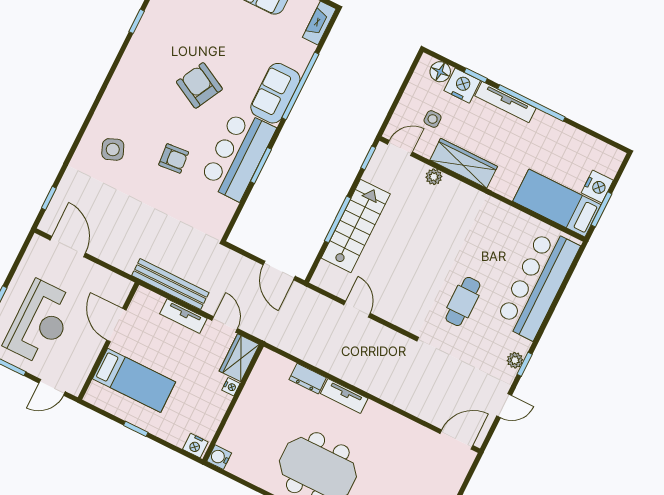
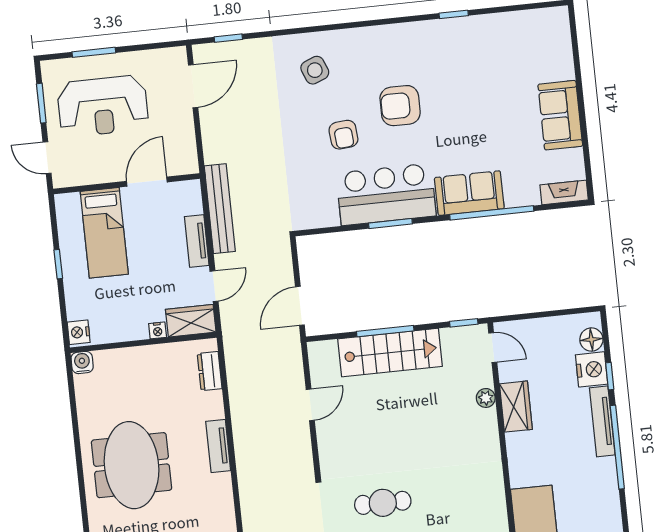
armchair: (199, 85) -> (400, 106), moved, turned -118
side table: (433, 119) -> (541, 361), removed
wardrobe: (464, 163) -> (516, 407), width x0.67
dresser: (308, 379) -> (210, 371), moved

